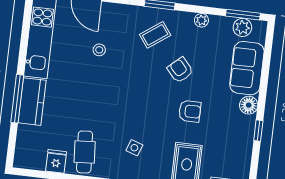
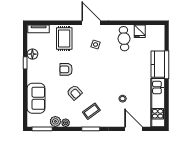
plant: (242, 27) -> (55, 121), moved
floor lamp: (249, 105) -> (32, 54), moved

